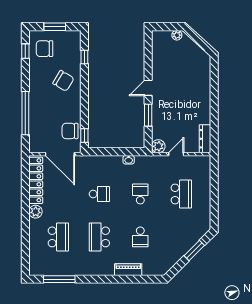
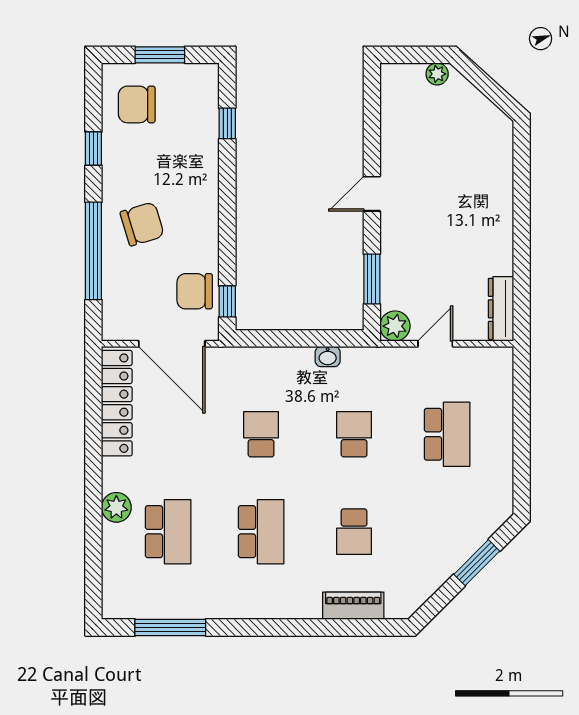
window: (25, 51) -> (93, 149), moved
chair: (63, 81) -> (142, 224), moved, turned -48
window: (148, 115) -> (372, 279), moved
school desk: (99, 194) -> (261, 434), turned -90
plant: (36, 212) -> (116, 507), moved
school desk: (99, 237) -> (261, 532), turned 180
piano: (128, 270) -> (353, 606), moved

